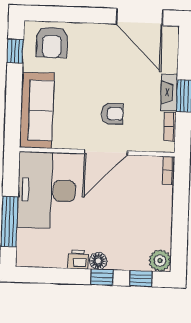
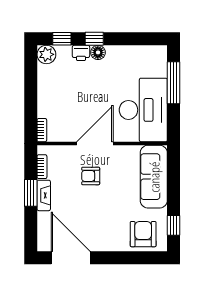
printer: (78, 260) -> (81, 53), moved

